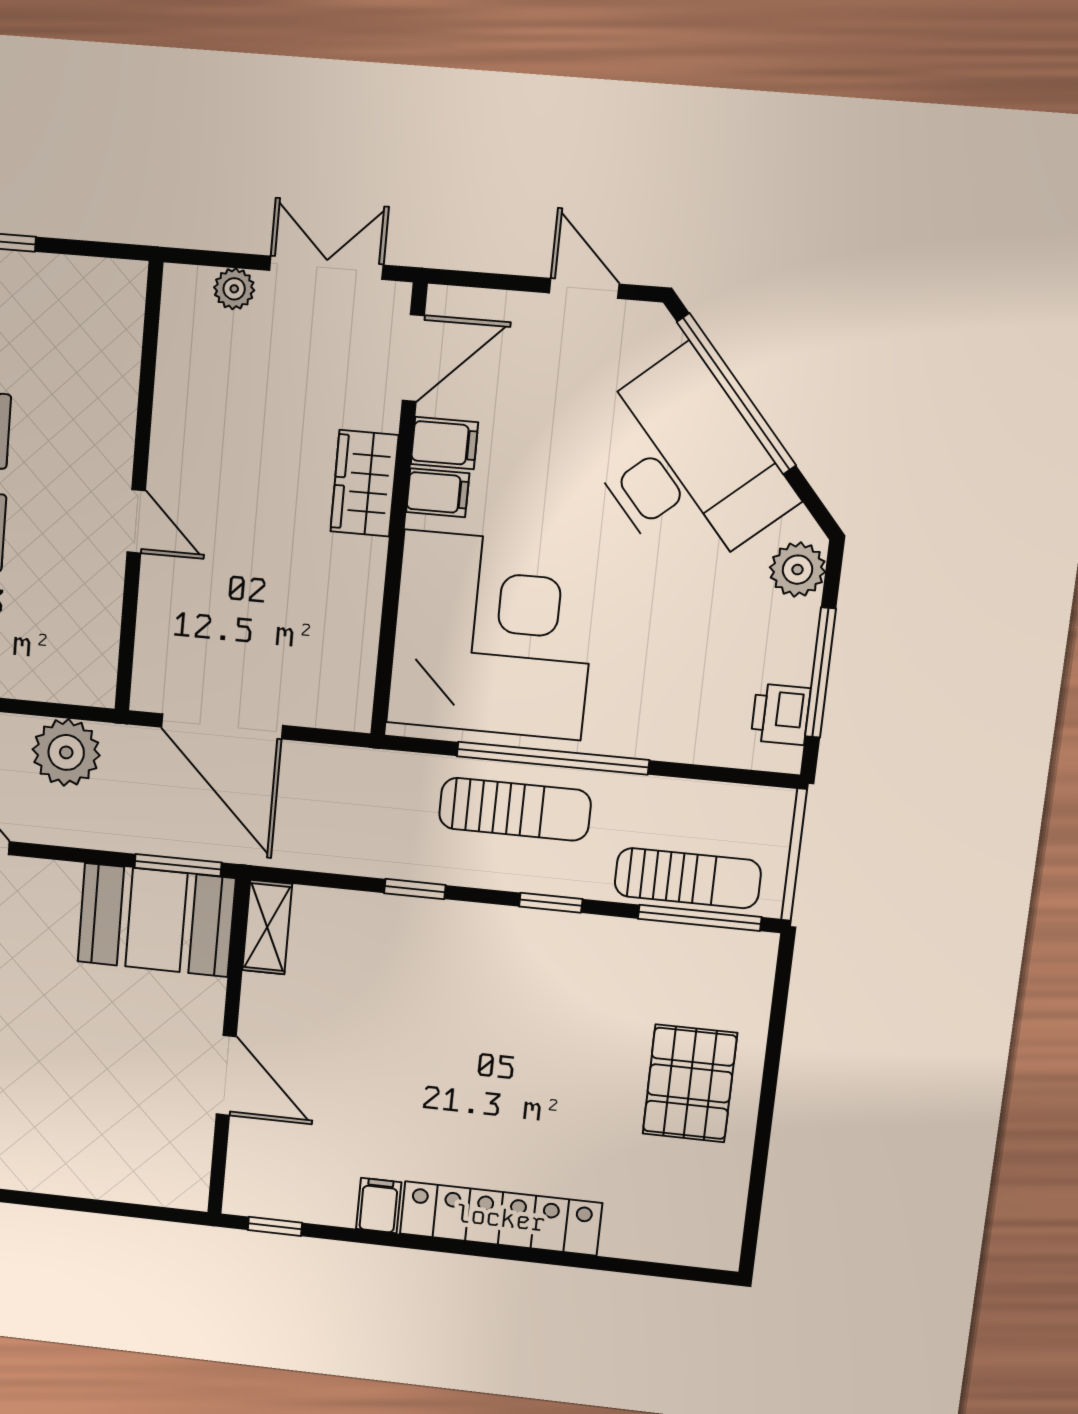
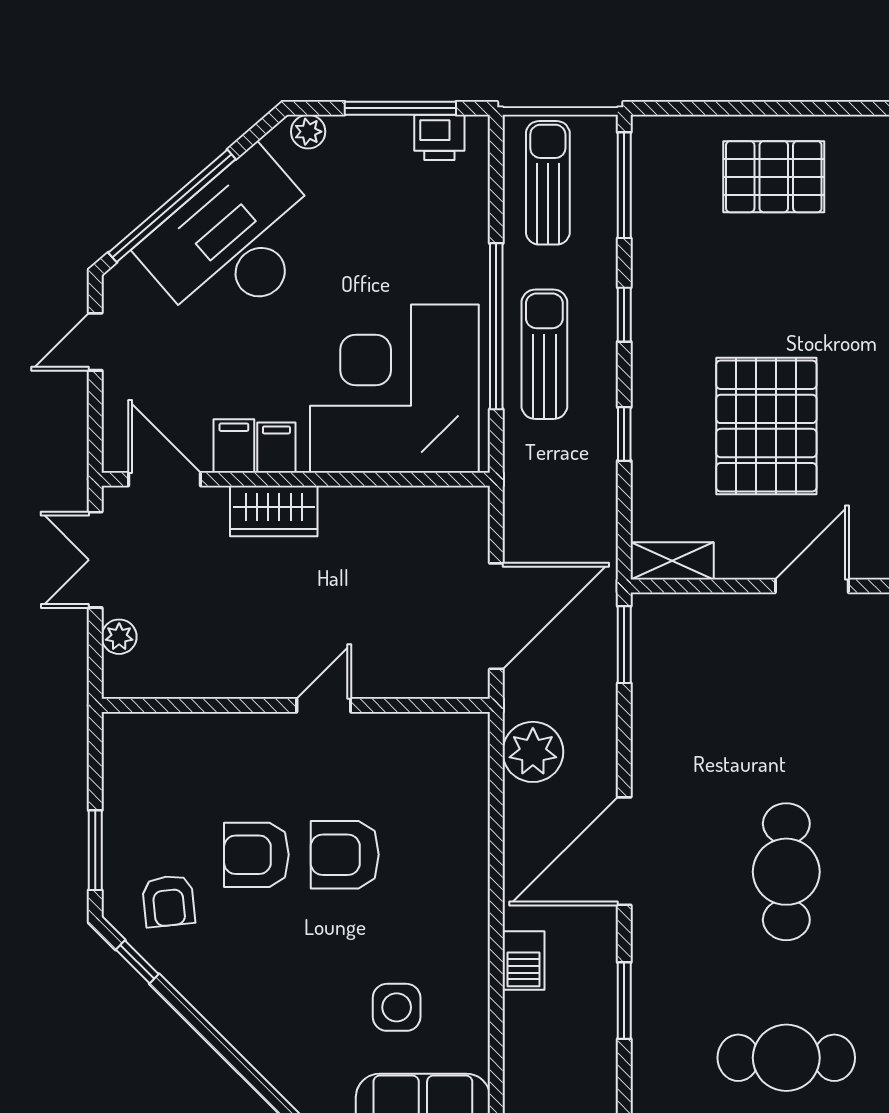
plant: (797, 570) -> (308, 132), width x0.73, depth x0.73
sun lounger: (688, 878) -> (548, 183), moved
booth: (156, 920) -> (676, 660), removed
pallet: (409, 1045) -> (766, 426), added

